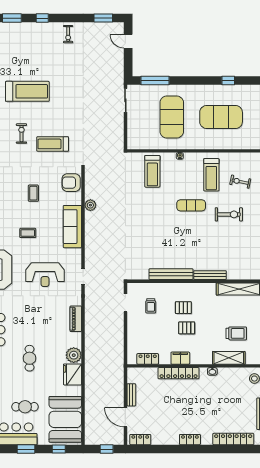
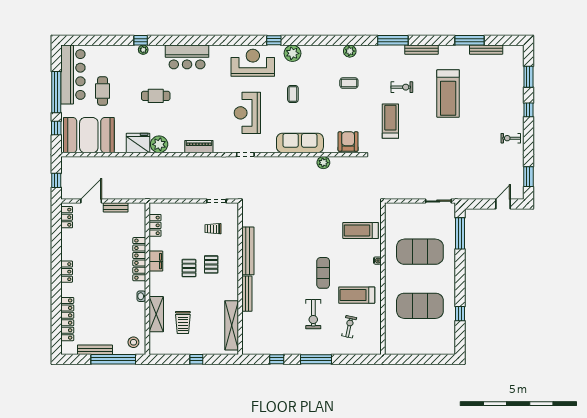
exercise mat: (221, 117) -> (420, 306), turned 90
coffee table: (33, 193) -> (349, 83), moved
window: (26, 449) -> (56, 92), width x2.11

